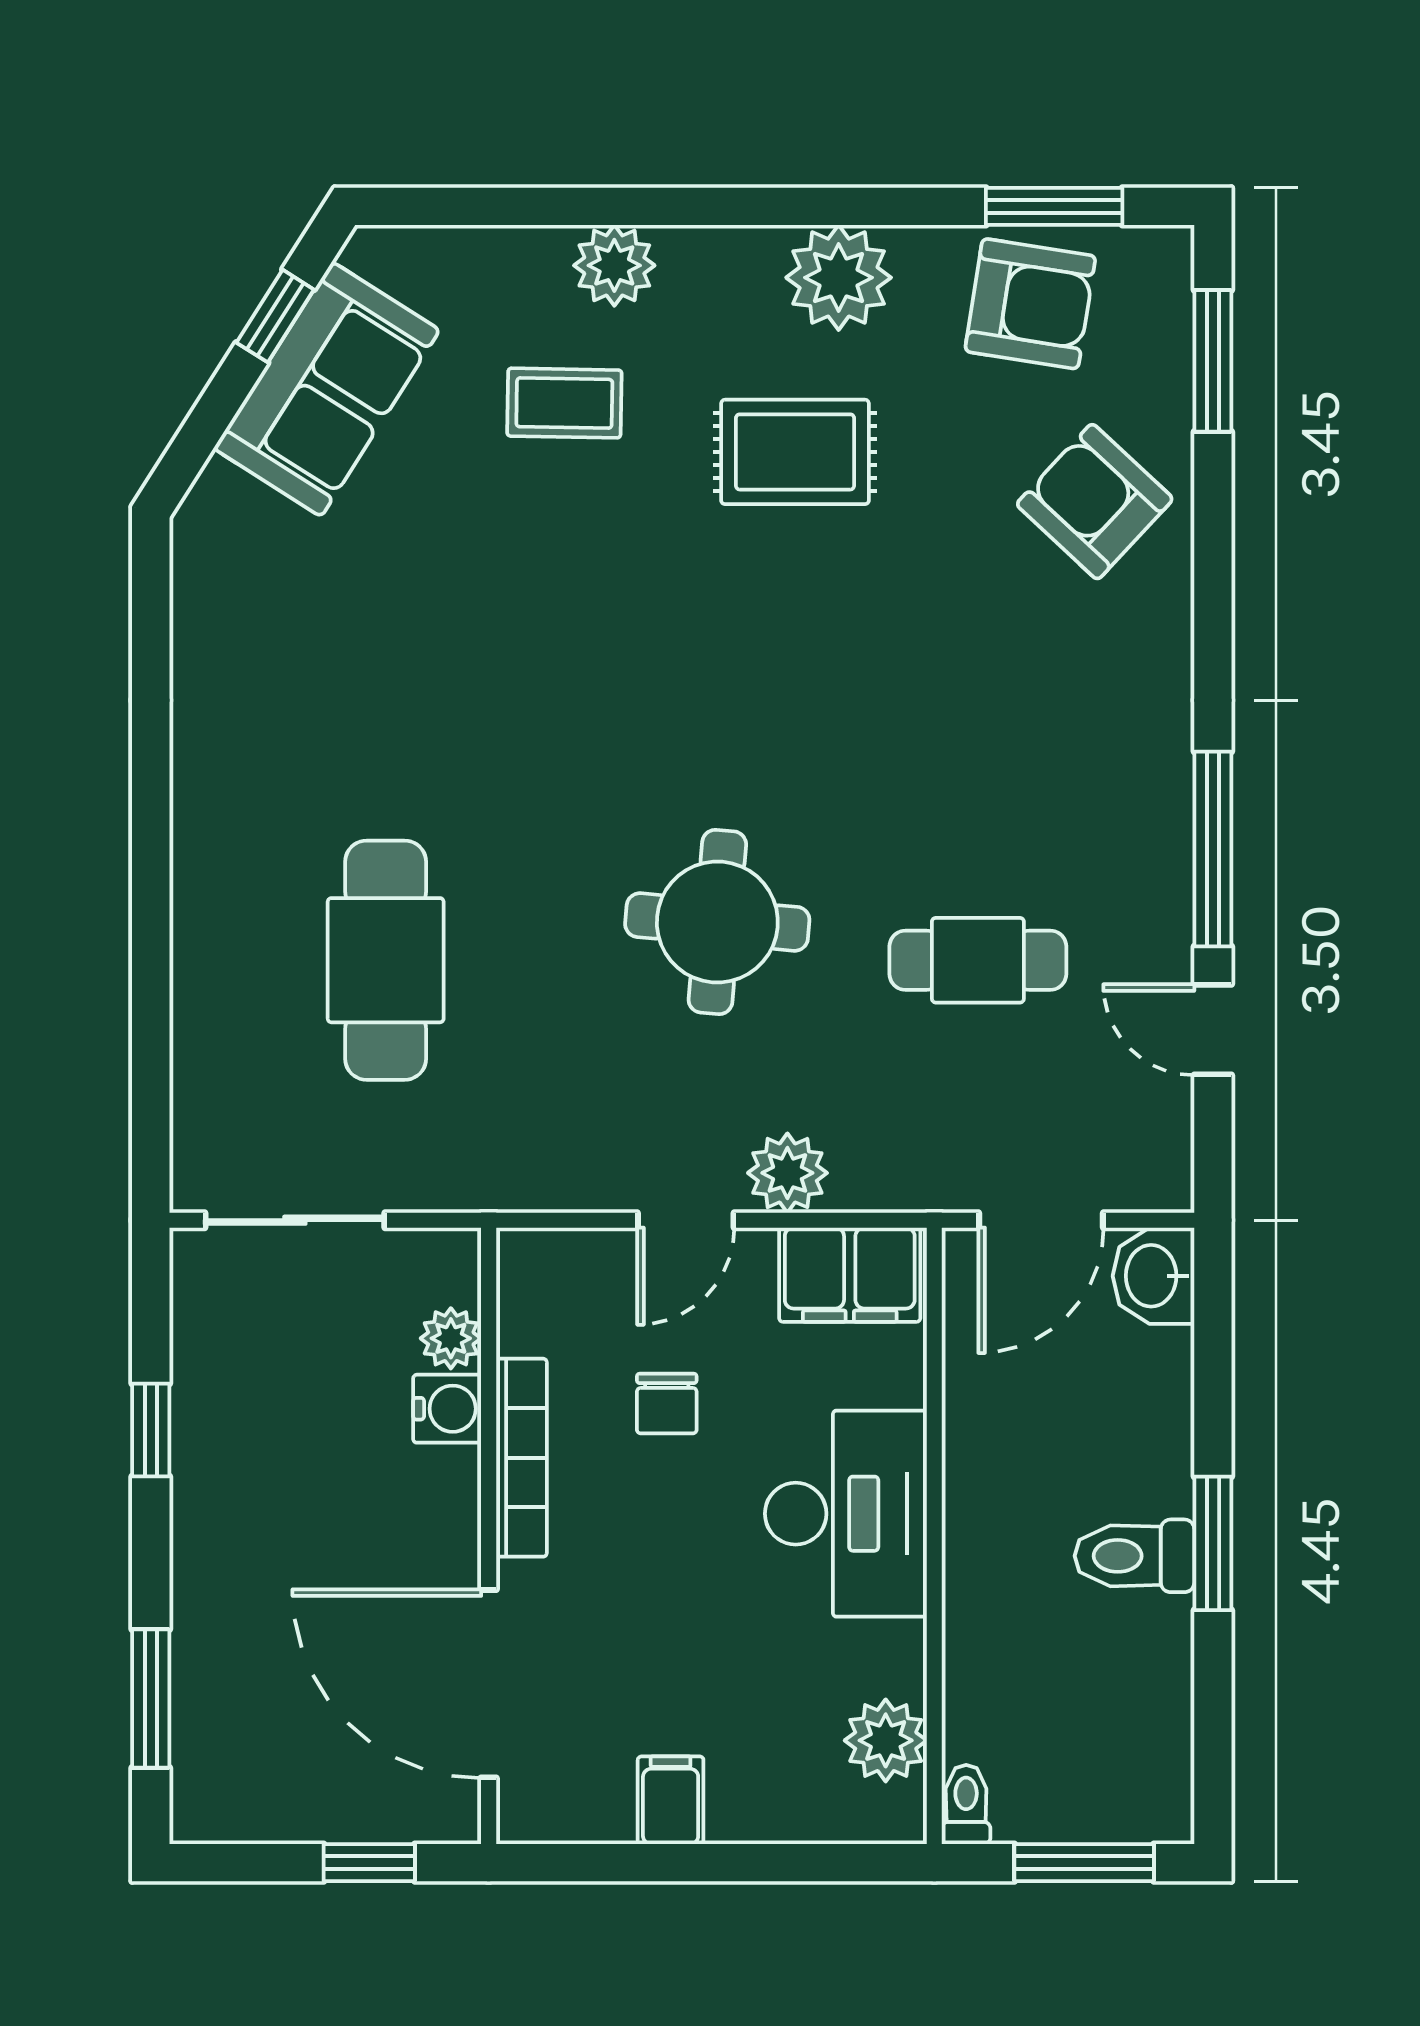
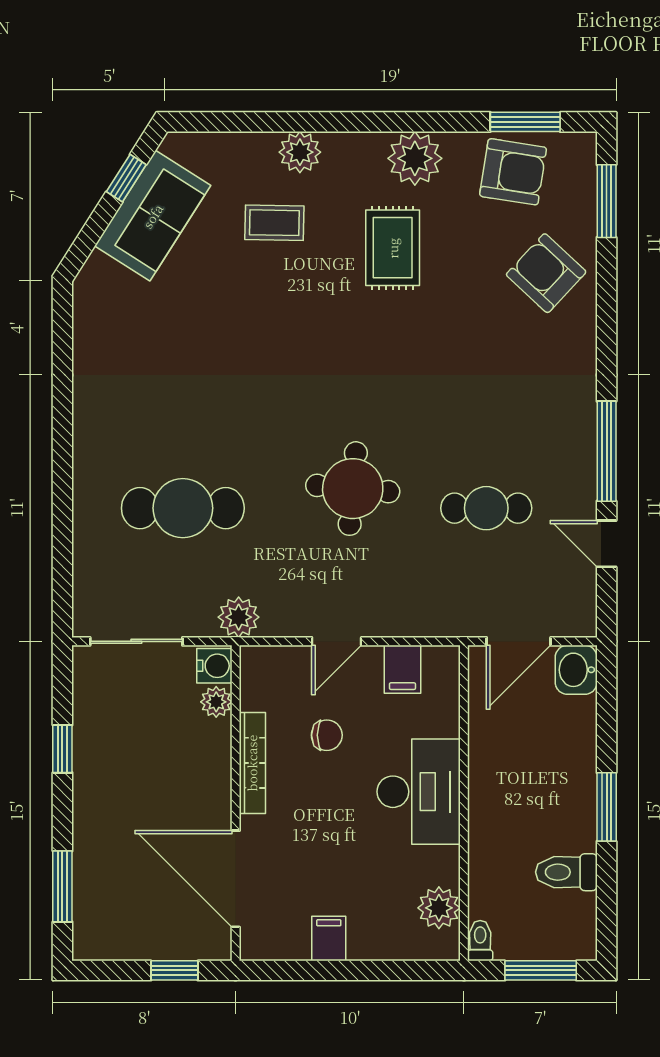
rug: (795, 452) -> (393, 248), turned 90
cafe table: (386, 960) -> (183, 508), turned 90
plant: (787, 1173) -> (239, 617), moved
filing cabinet: (850, 1275) -> (402, 669), width x0.50
chair: (667, 1403) -> (327, 735), turned -90
water cooler: (447, 1409) -> (214, 666), moved
toilet: (1134, 1556) -> (566, 872), moved

